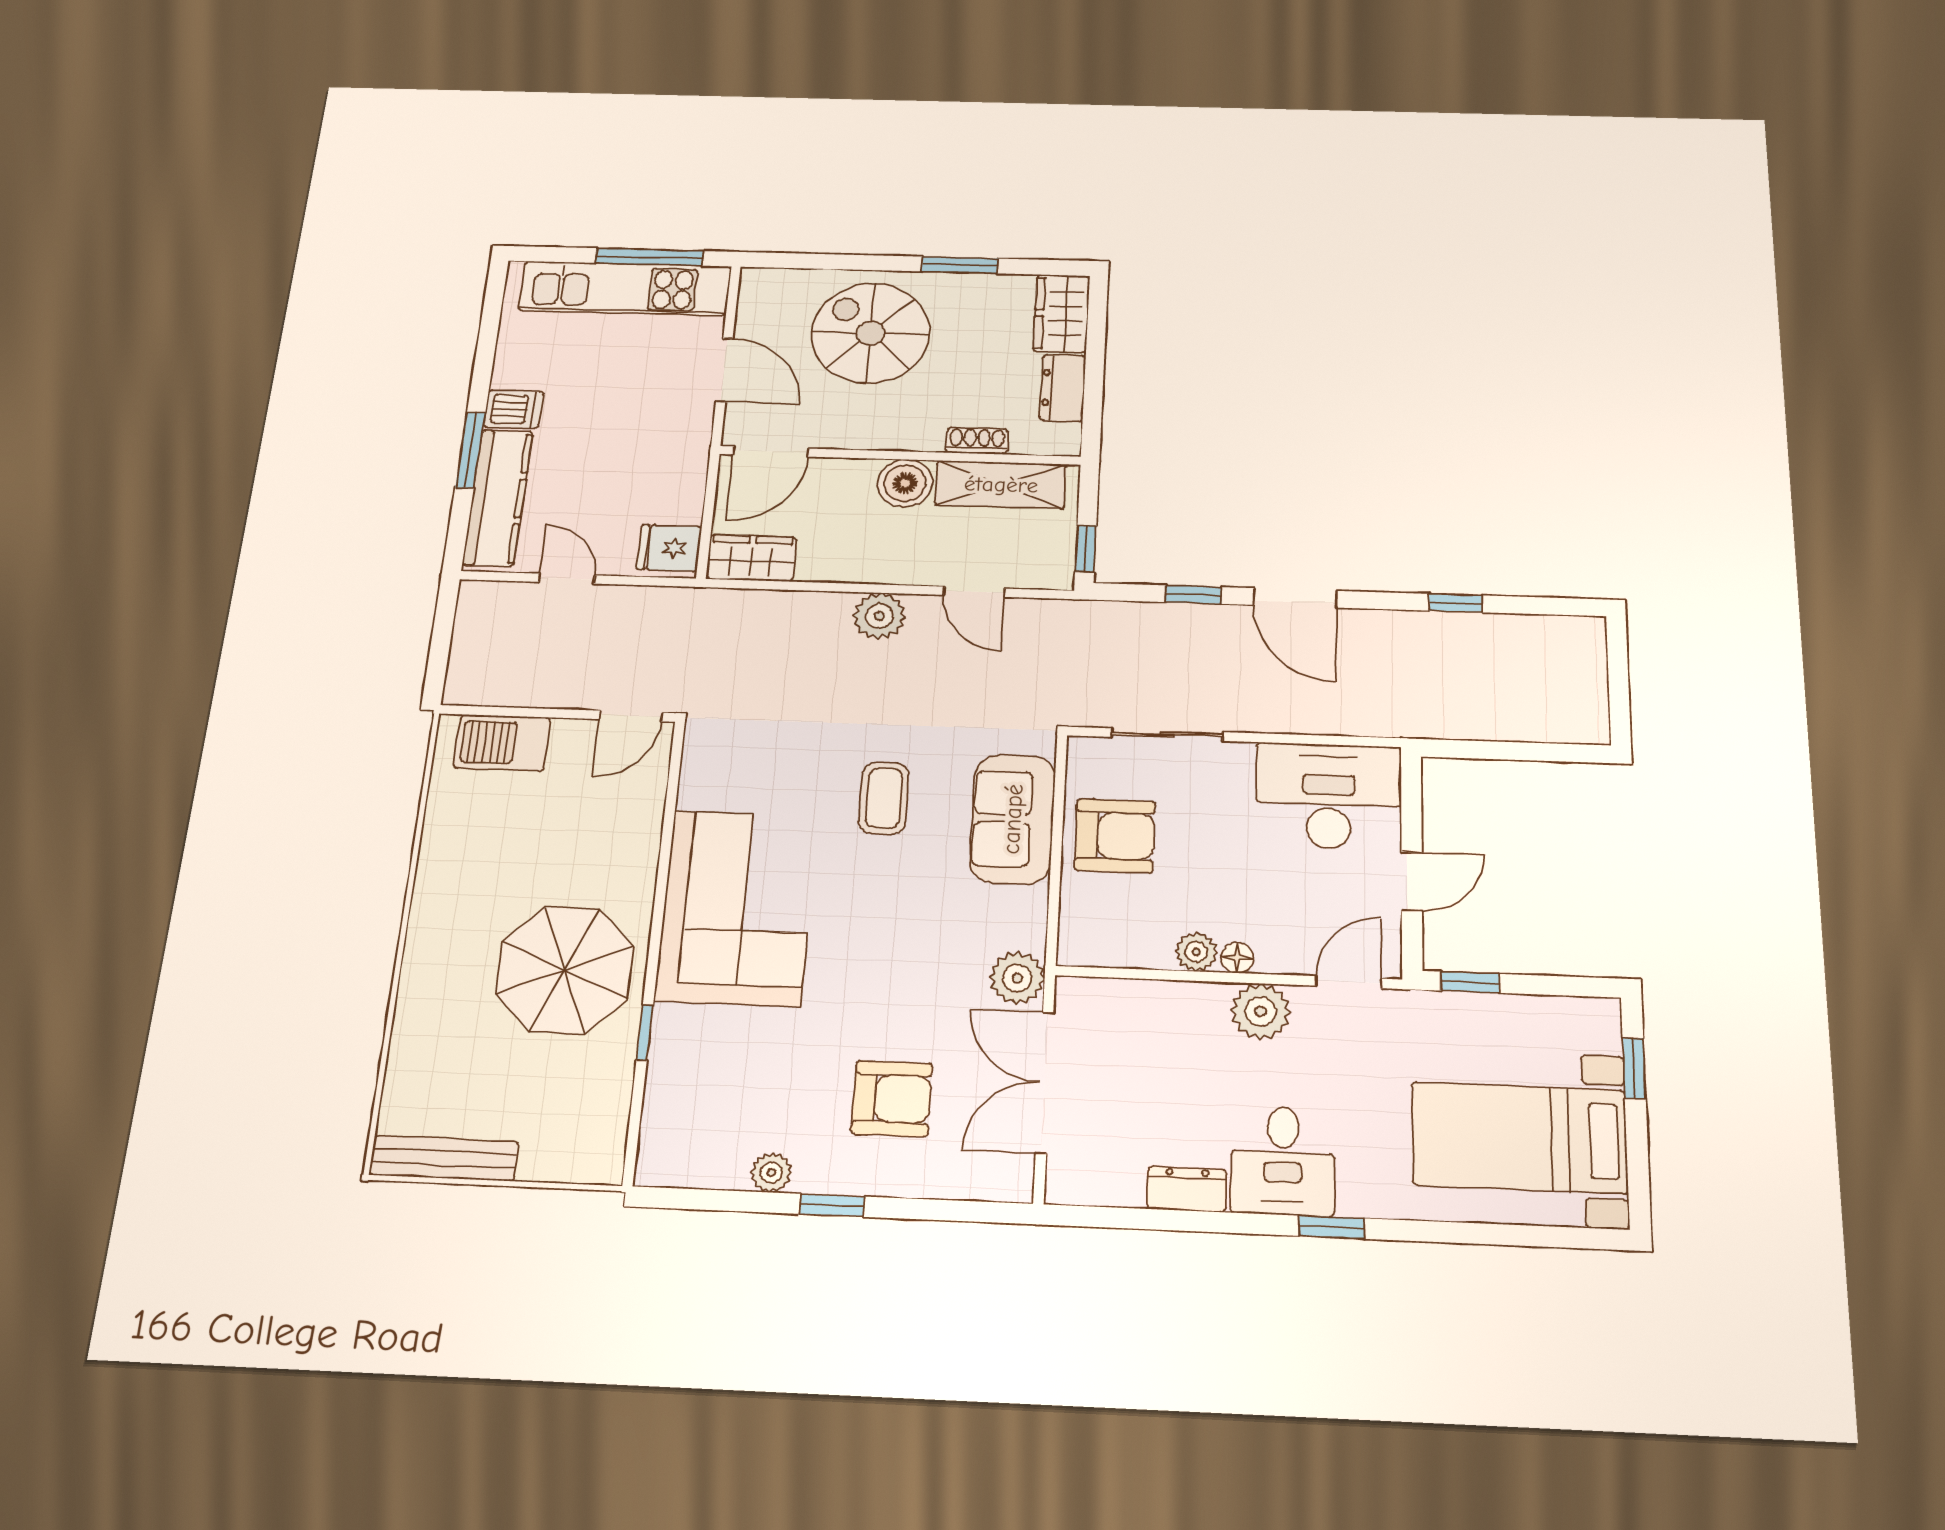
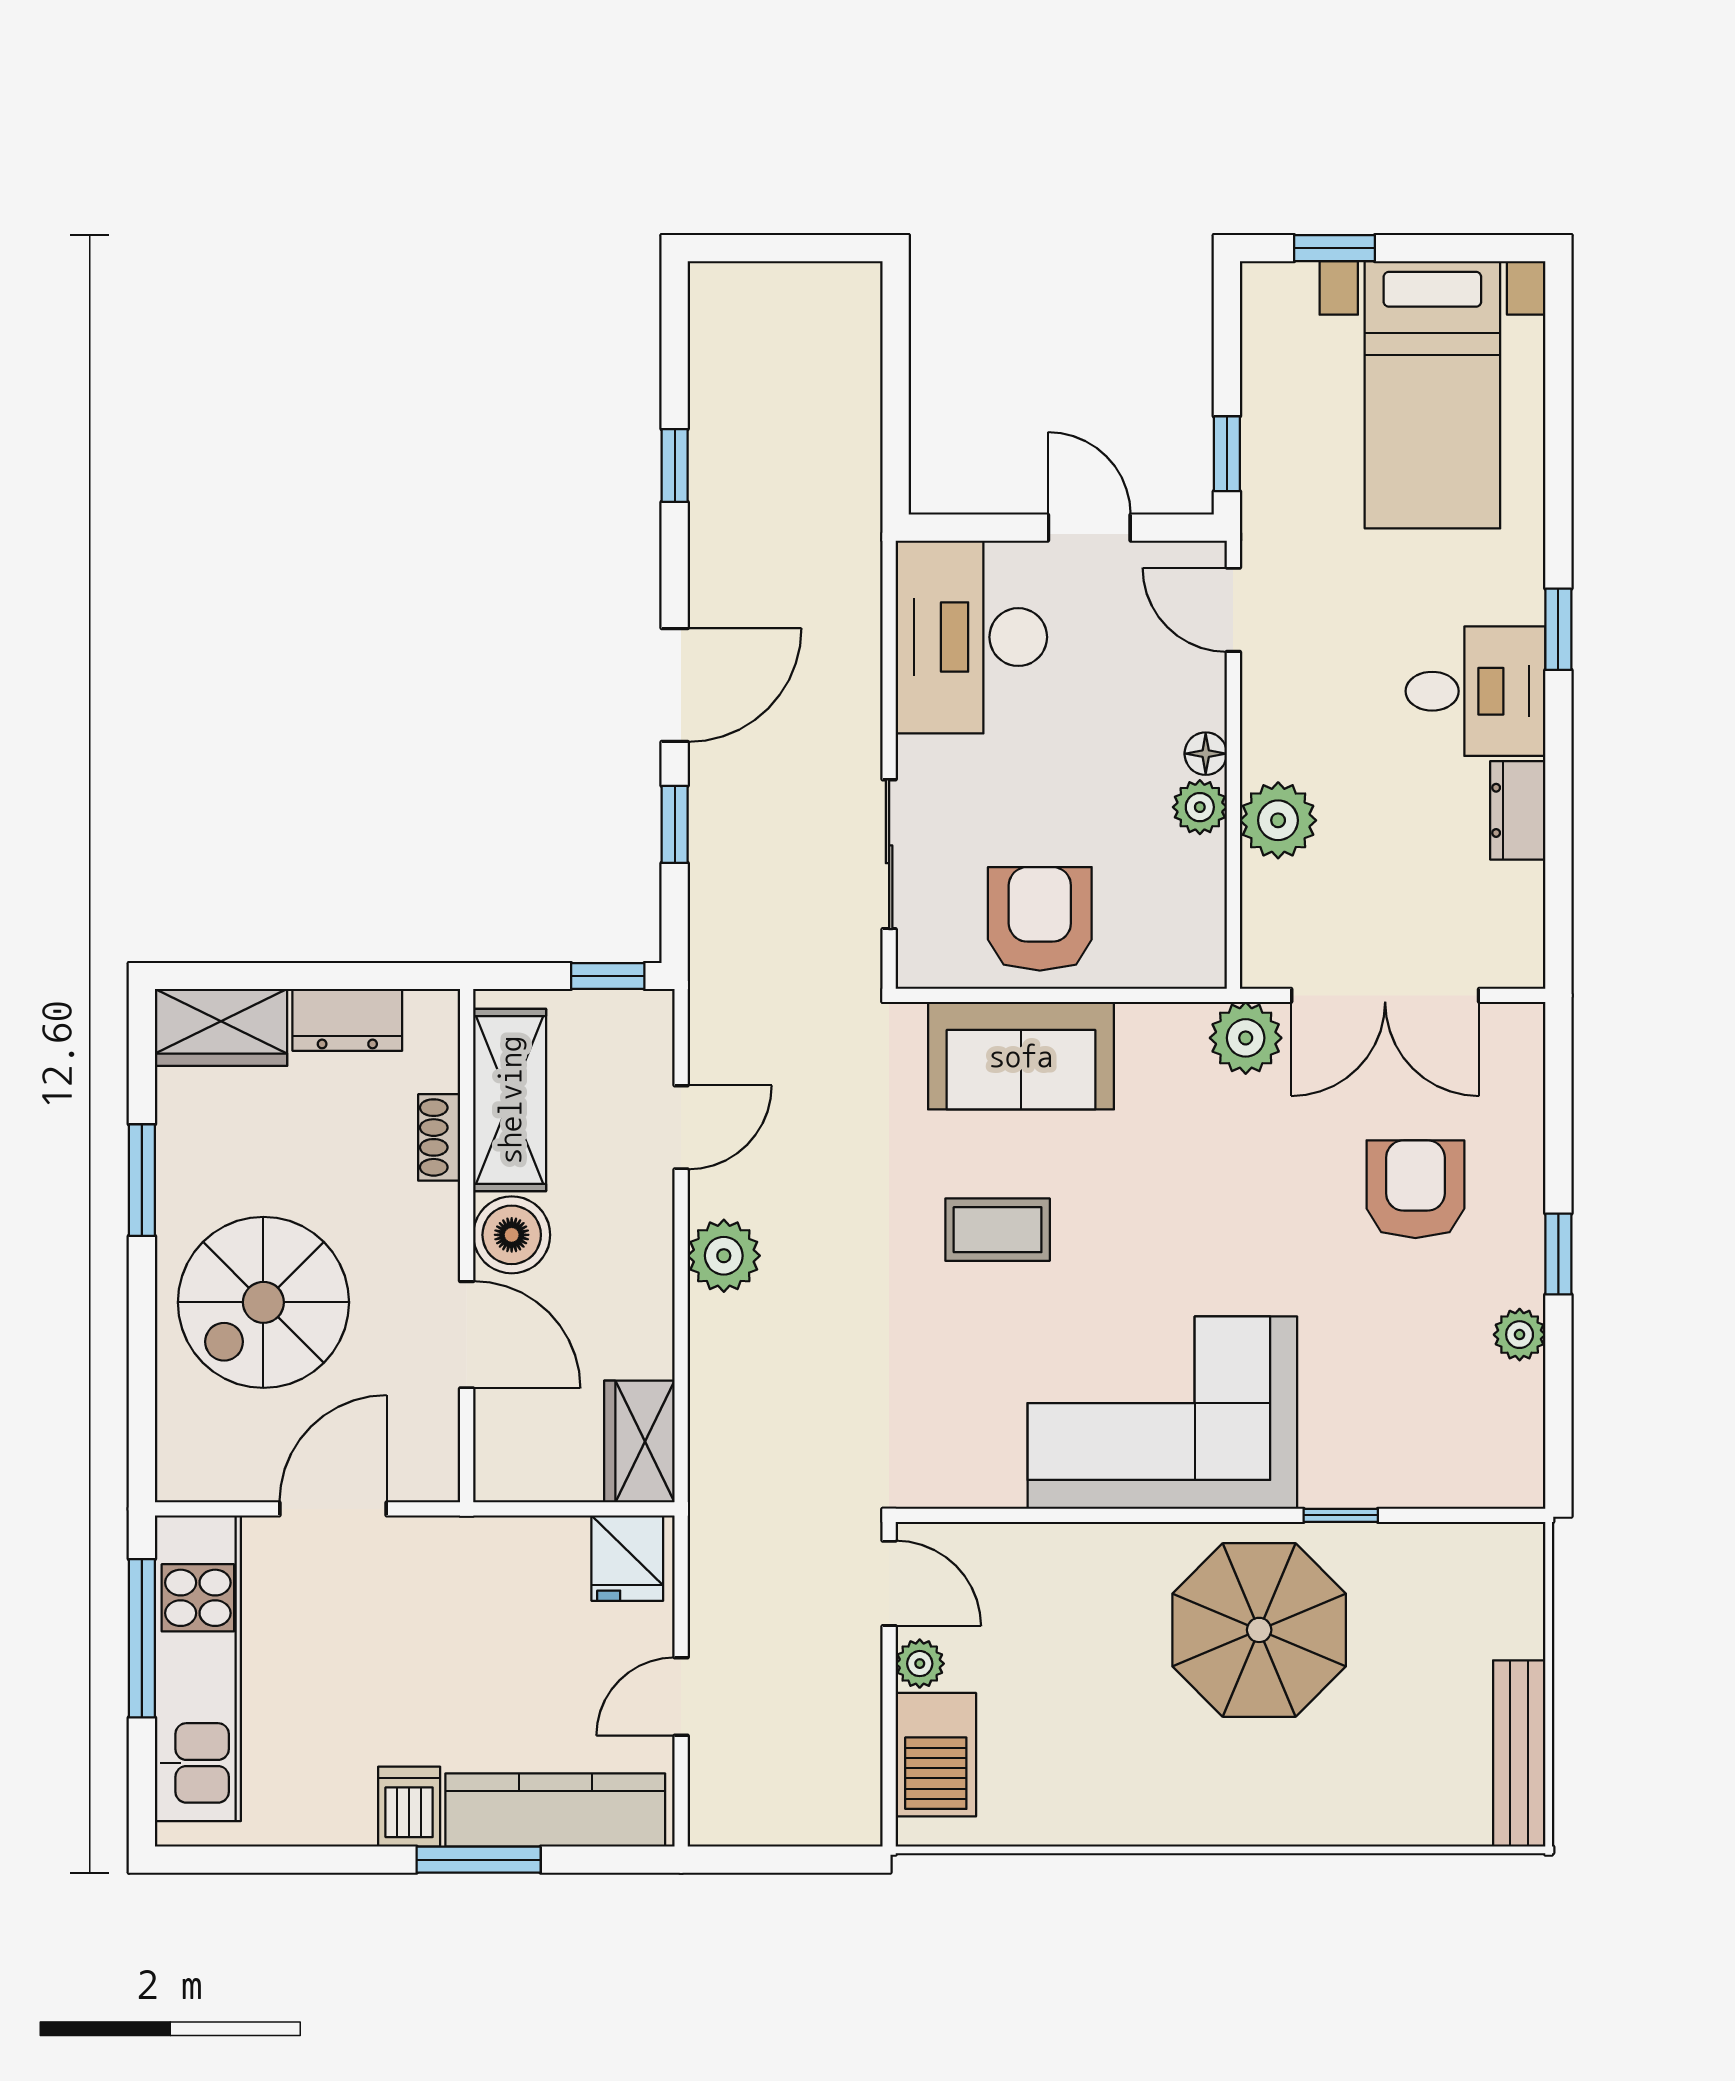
door: (771, 452) -> (467, 1335), moved
plant: (570, 734) -> (920, 1664), added
plant: (1261, 1011) -> (1278, 820), moved

